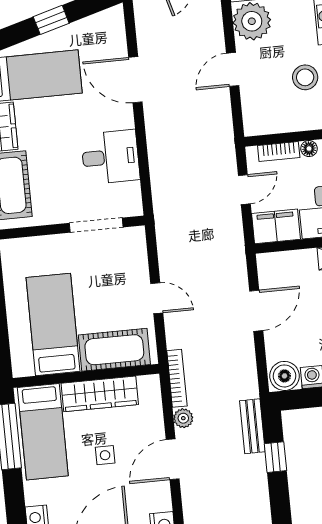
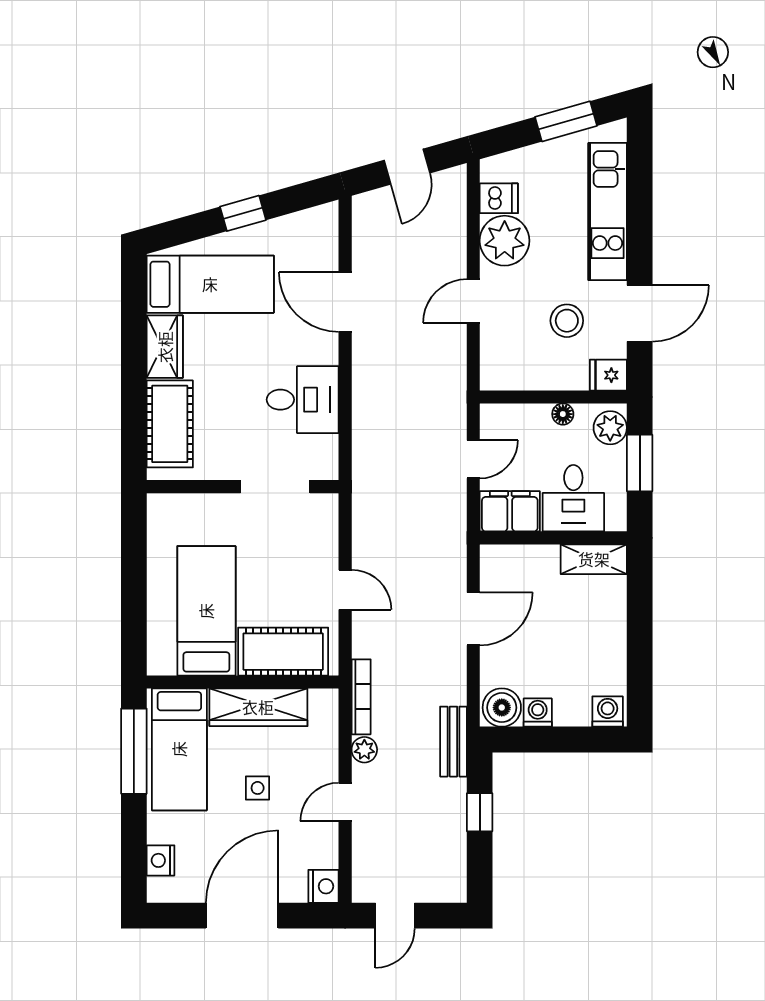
bookcase: (279, 152) -> (523, 414), removed
bench: (252, 426) -> (453, 742), moved
door: (173, 459) -> (345, 802), width x0.73

